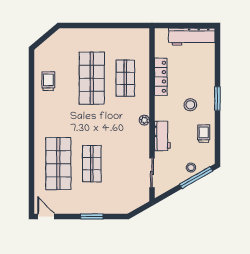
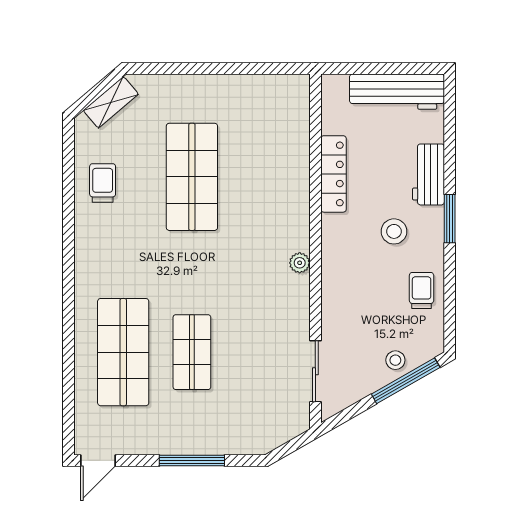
shelving: (52, 42) -> (111, 102), added
shop shelf: (125, 78) -> (261, 177), removed
workbench: (162, 136) -> (428, 174), moved, turned 180
door: (46, 216) -> (98, 460), swing flipped
window: (92, 216) -> (192, 460), width x1.44

